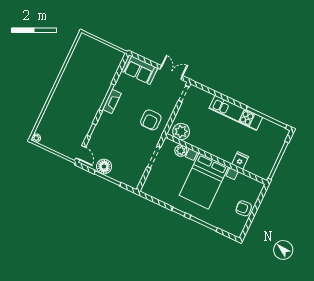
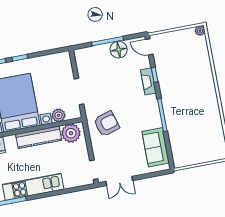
sofa: (139, 70) -> (156, 147), moved, turned -90
fireplace: (112, 101) -> (148, 81), moved
armchair: (151, 120) -> (107, 124), turned 73
kitchen counter: (206, 145) -> (39, 137), added

